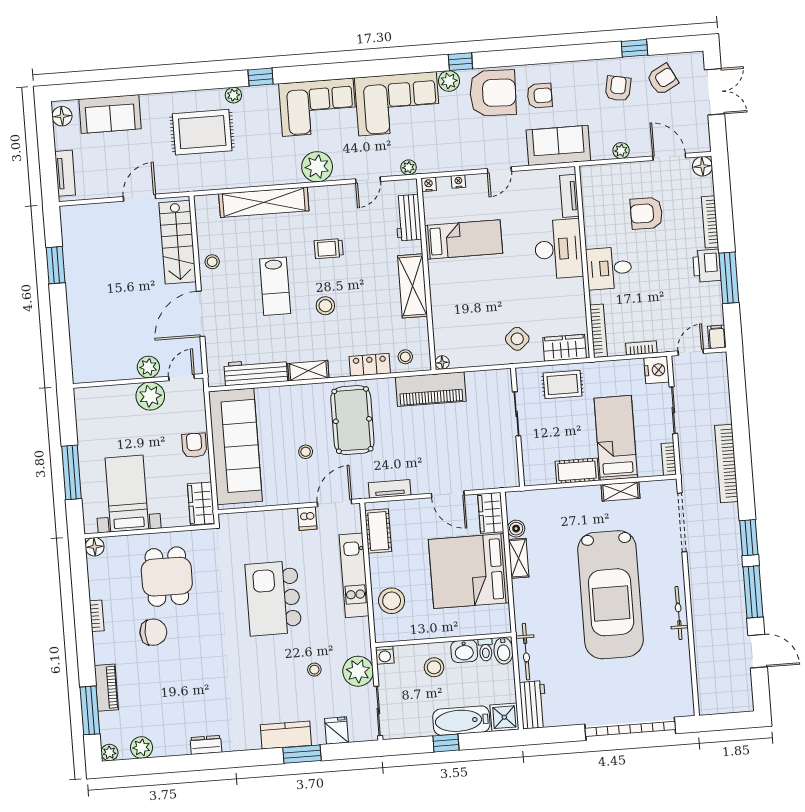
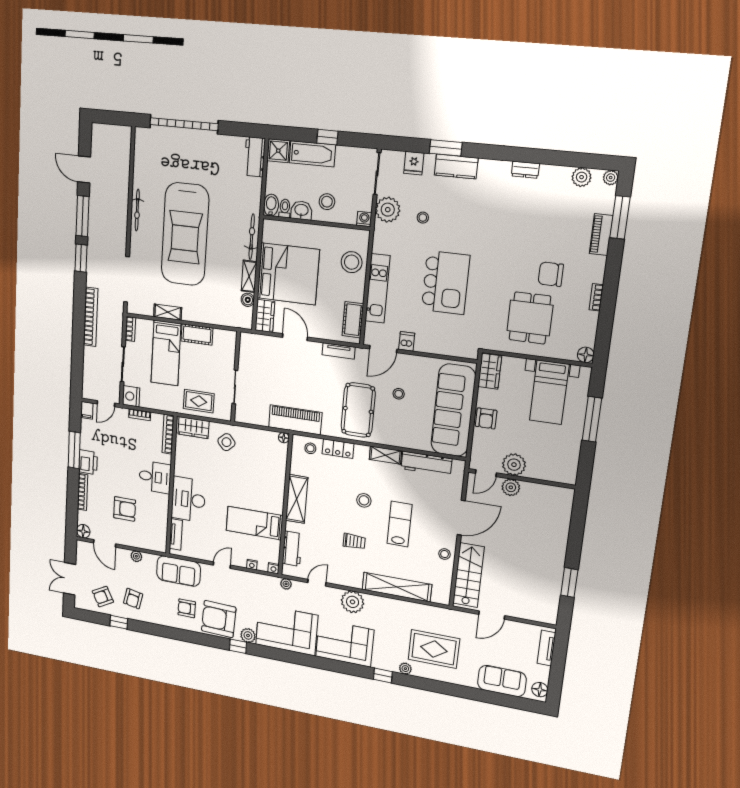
car: (610, 595) -> (185, 234), turned 180
bicycle: (526, 652) -> (252, 237), moved

